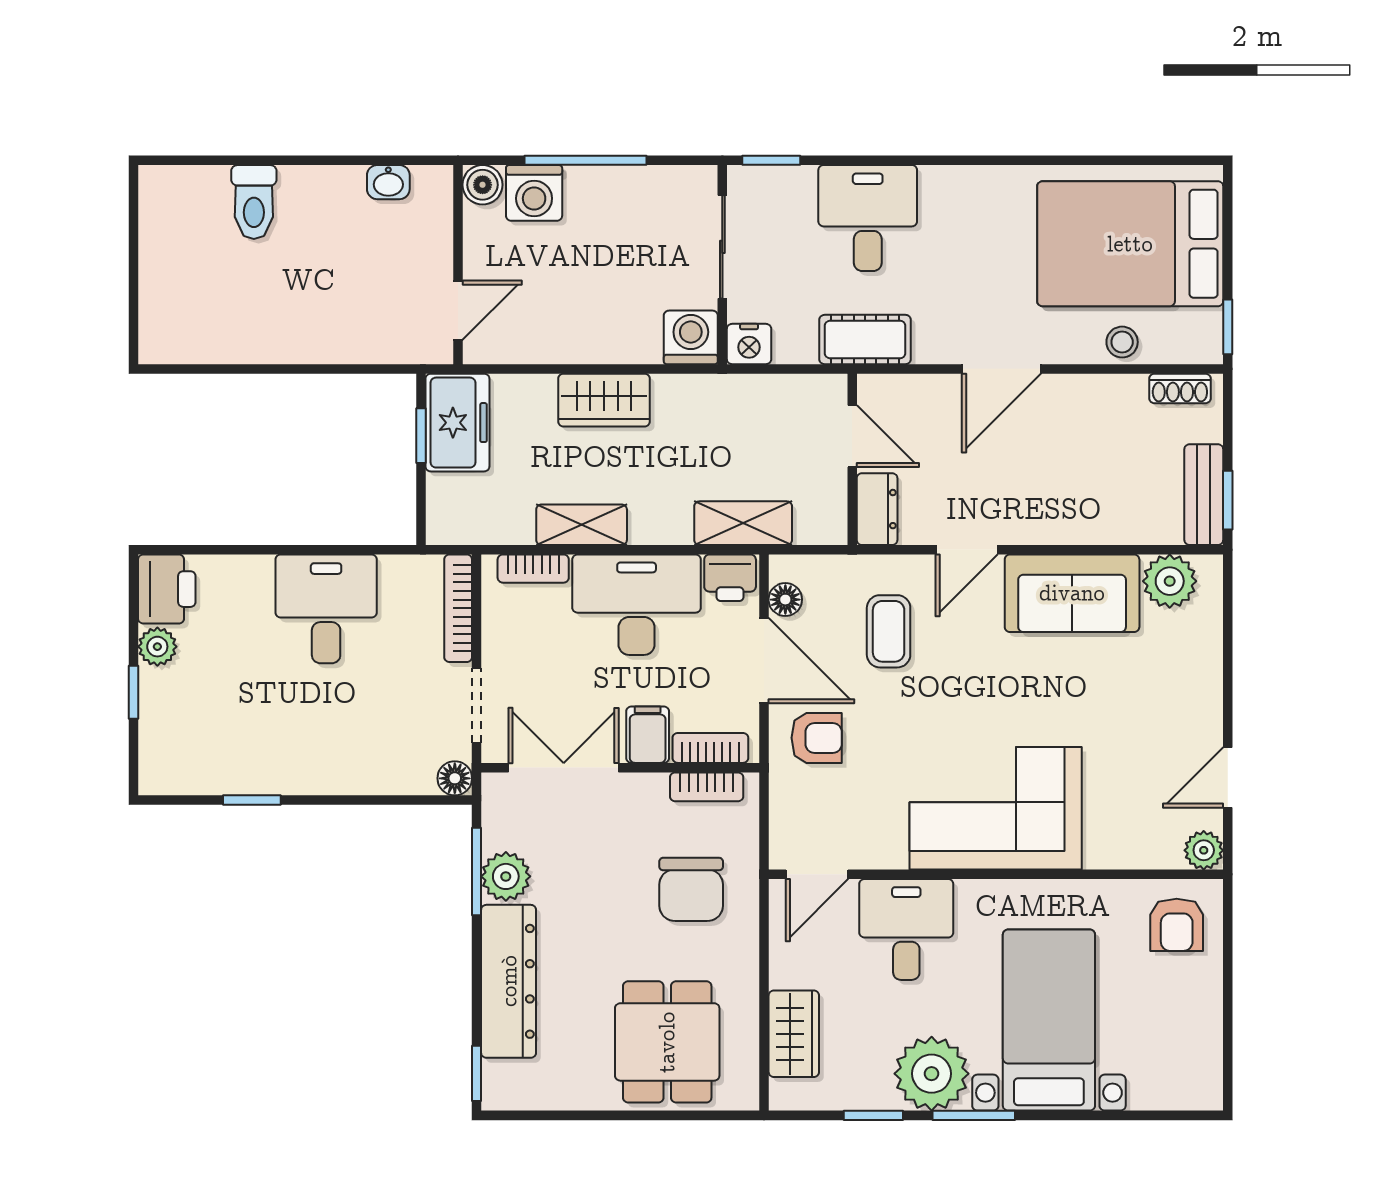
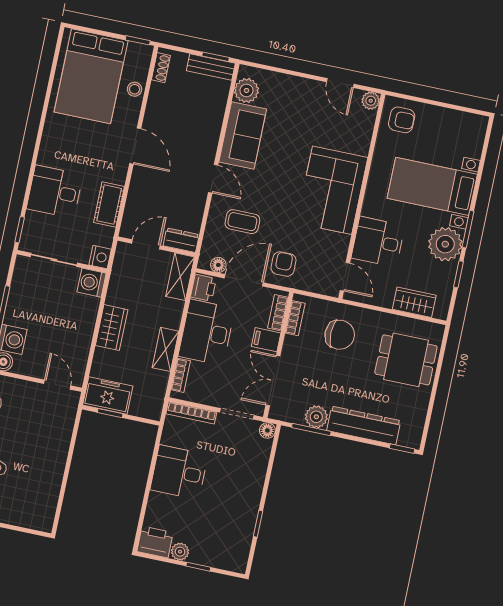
door: (852, 436) -> (146, 244), moved
wall: (852, 459) -> (156, 247), moved
dresser: (877, 509) -> (181, 240), moved

